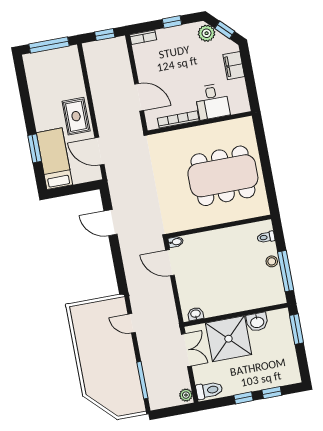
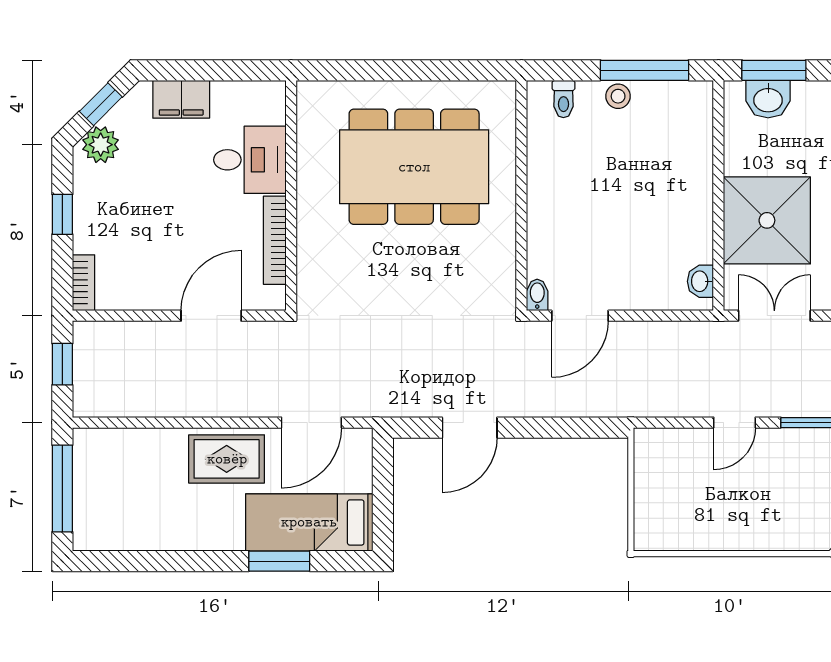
dining table: (223, 176) -> (414, 167), turned 90
washbasin: (257, 322) -> (768, 99), moved, turned 90
door: (132, 323) -> (734, 423), moved

